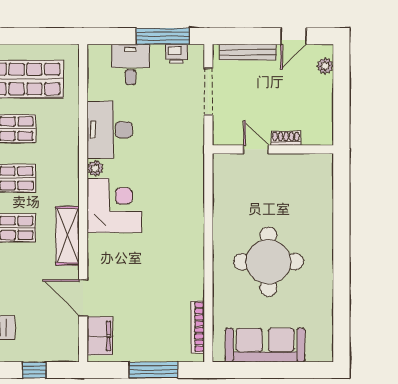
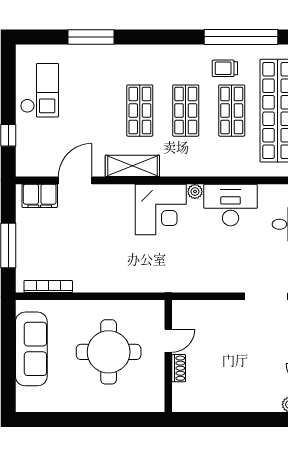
shoe rack: (286, 138) -> (179, 368), moved
door: (256, 149) -> (168, 341), moved
wall: (273, 149) -> (168, 356), moved

